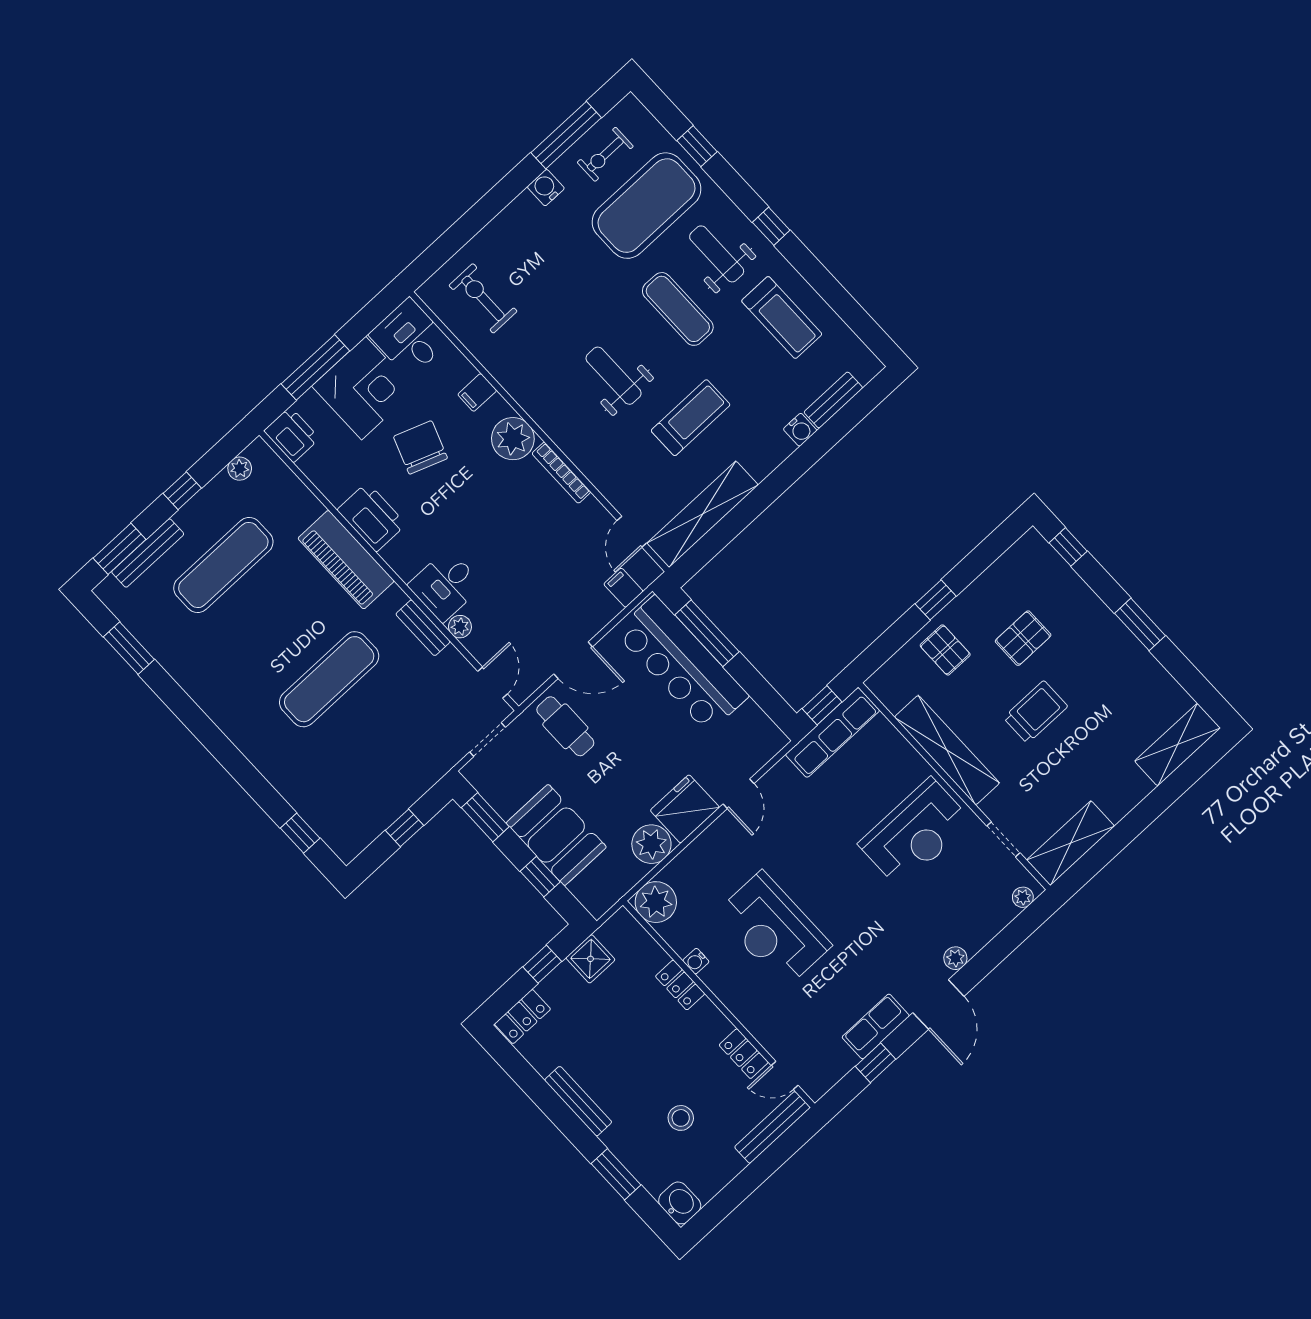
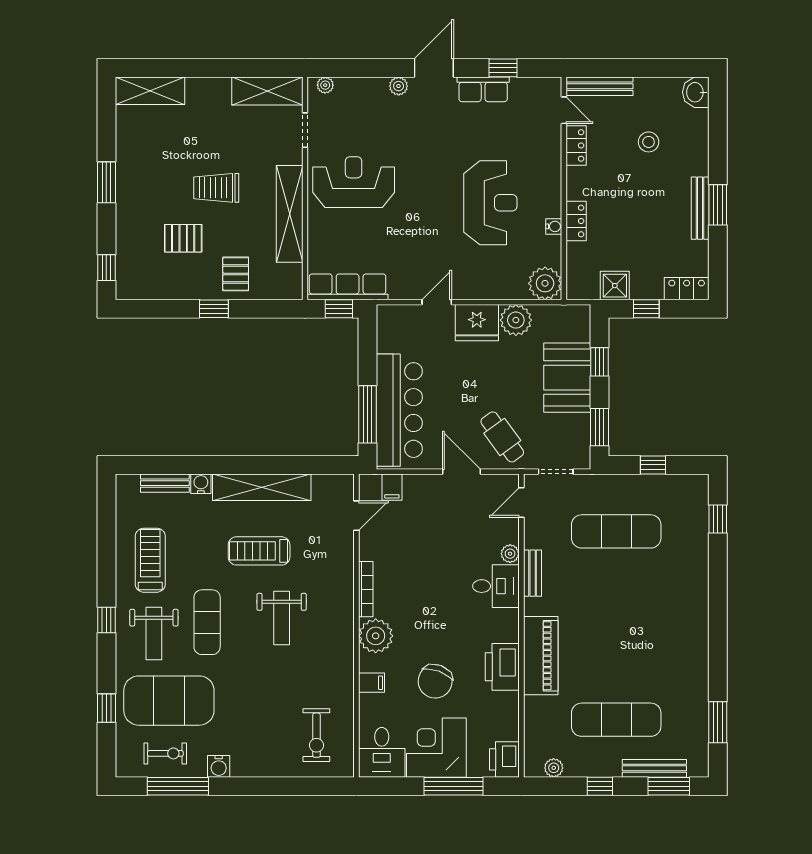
shelving: (702, 514) -> (262, 487), moved
exercise mat: (329, 679) -> (616, 531), moved
cafe table: (565, 726) -> (502, 437), turned -36
window: (616, 1174) -> (718, 205), moved

